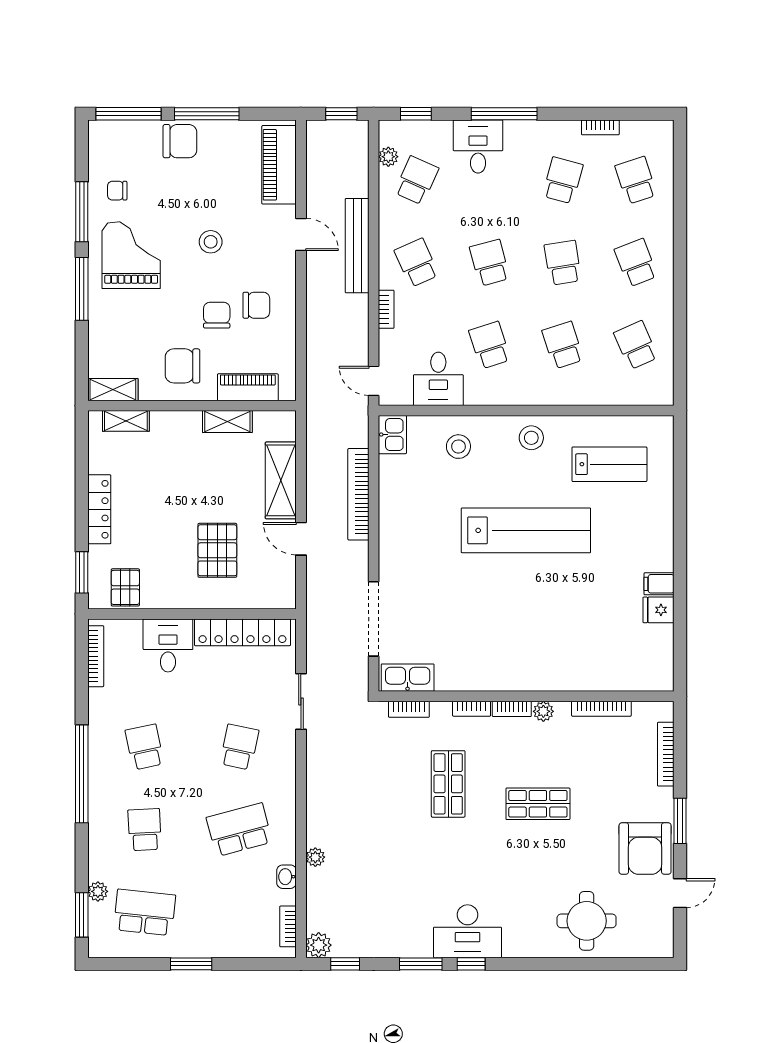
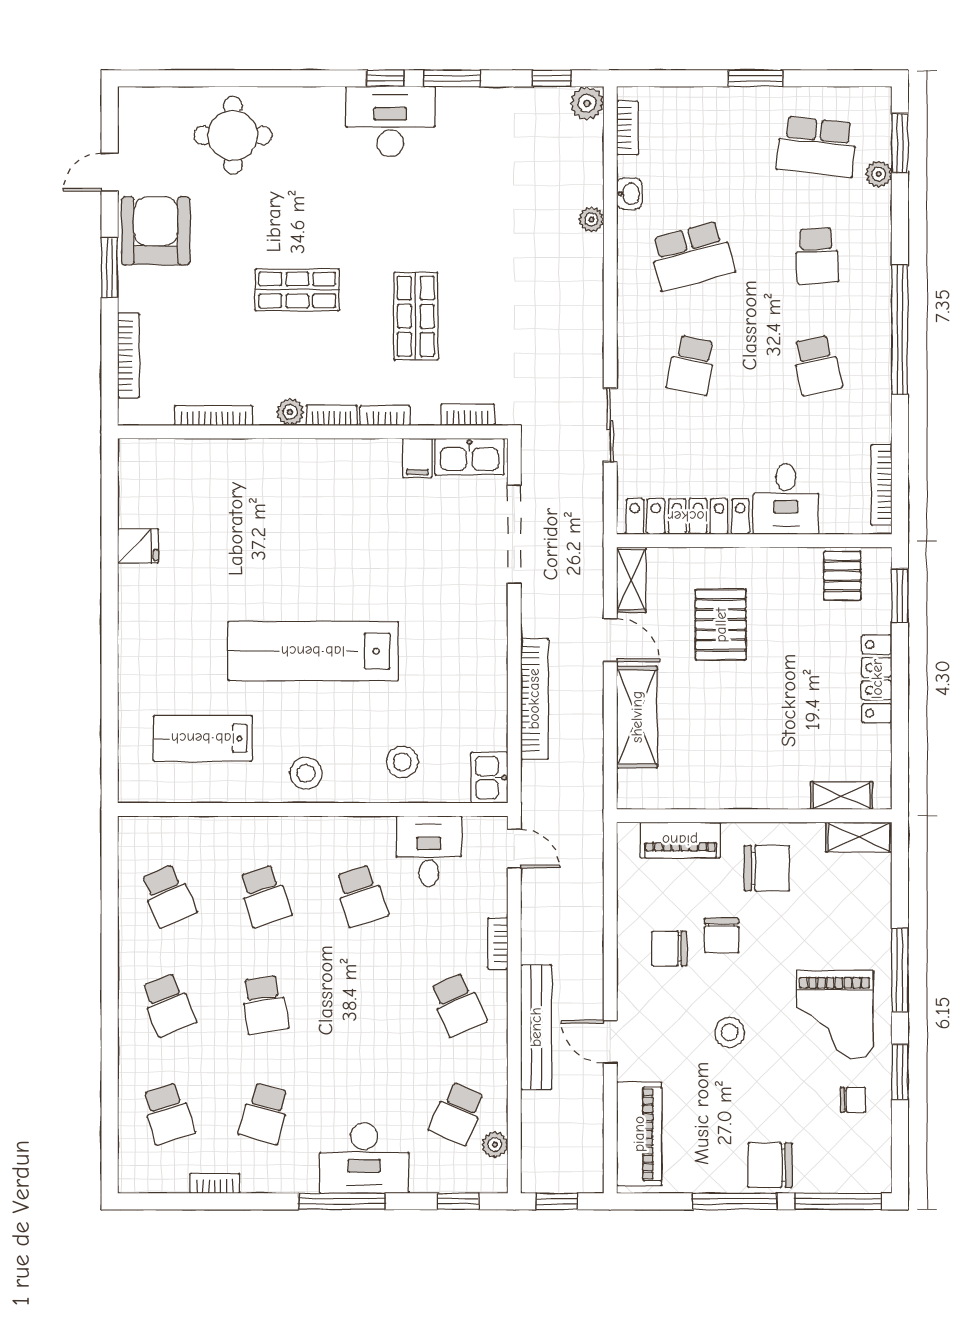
desk: (478, 147) -> (364, 1158), width x1.37
window: (82, 212) -> (900, 1072), width x0.69
school desk: (490, 263) -> (361, 1005), removed
shelving: (227, 422) -> (631, 580), moved, turned 90
filing cabinet: (659, 584) -> (417, 458), moved, turned 90

